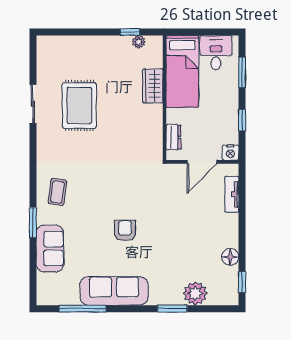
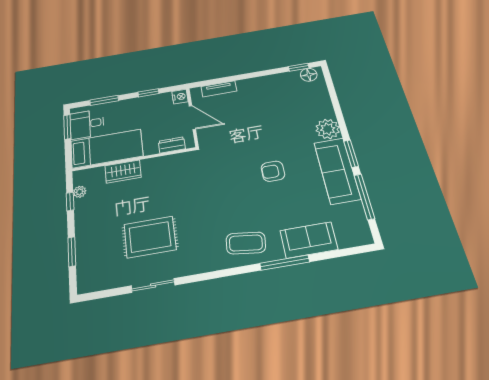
window: (78, 32) -> (72, 252), added
window: (217, 32) -> (67, 127), added
coffee table: (57, 192) -> (246, 243), width x1.36, depth x1.30
window: (33, 223) -> (285, 263), width x1.44
floor lamp: (230, 257) -> (309, 75), moved
plant: (195, 293) -> (328, 129), moved
window: (172, 309) -> (351, 154), moved

